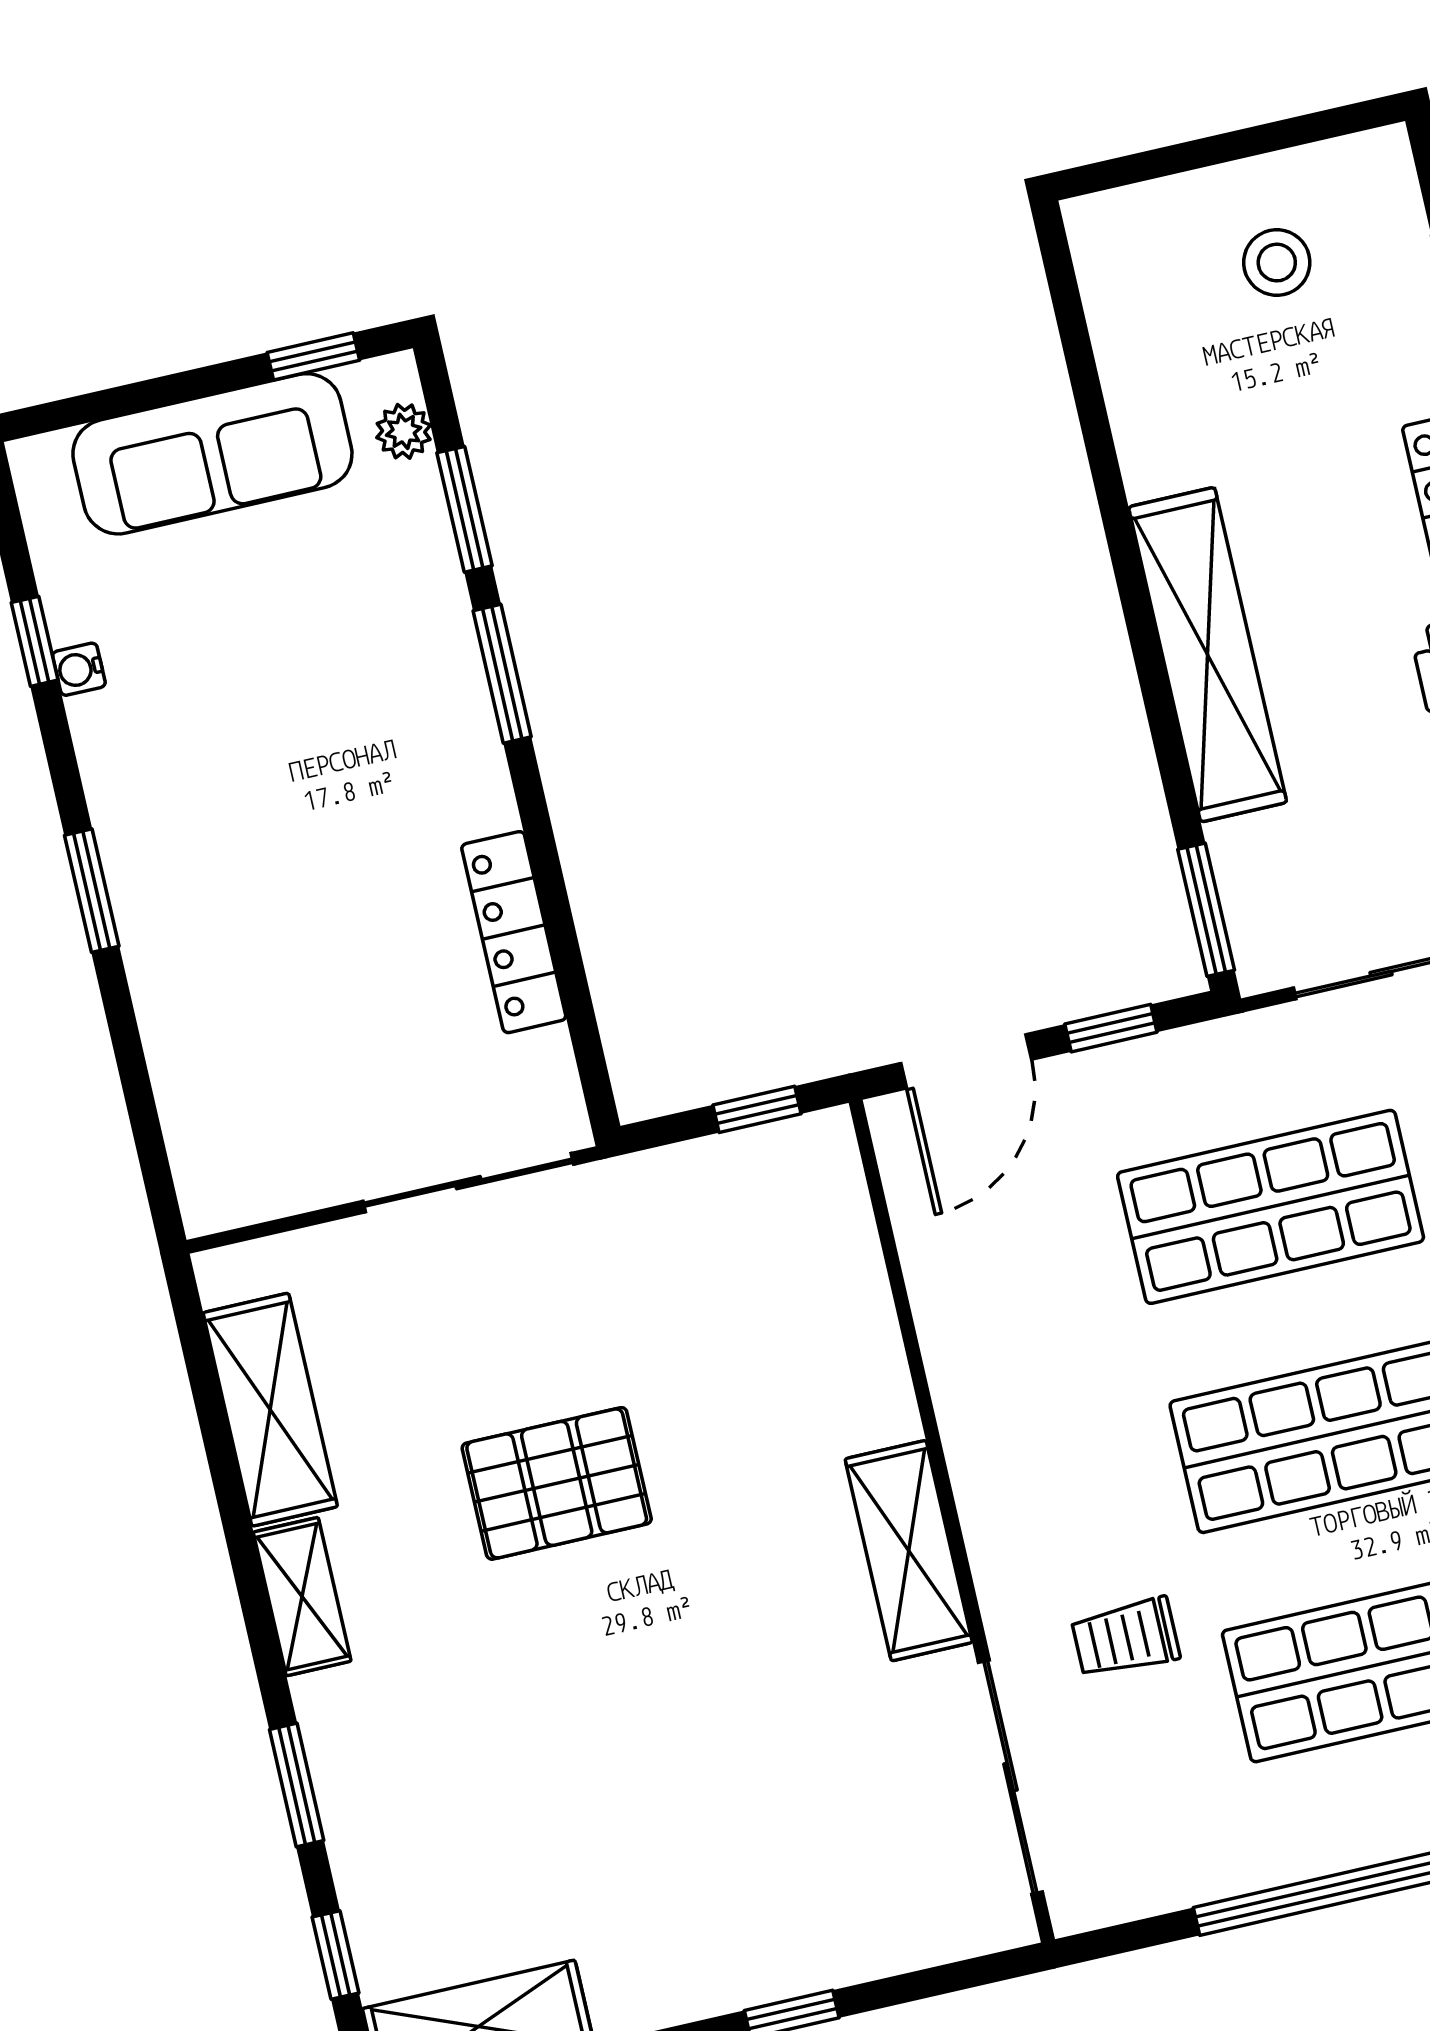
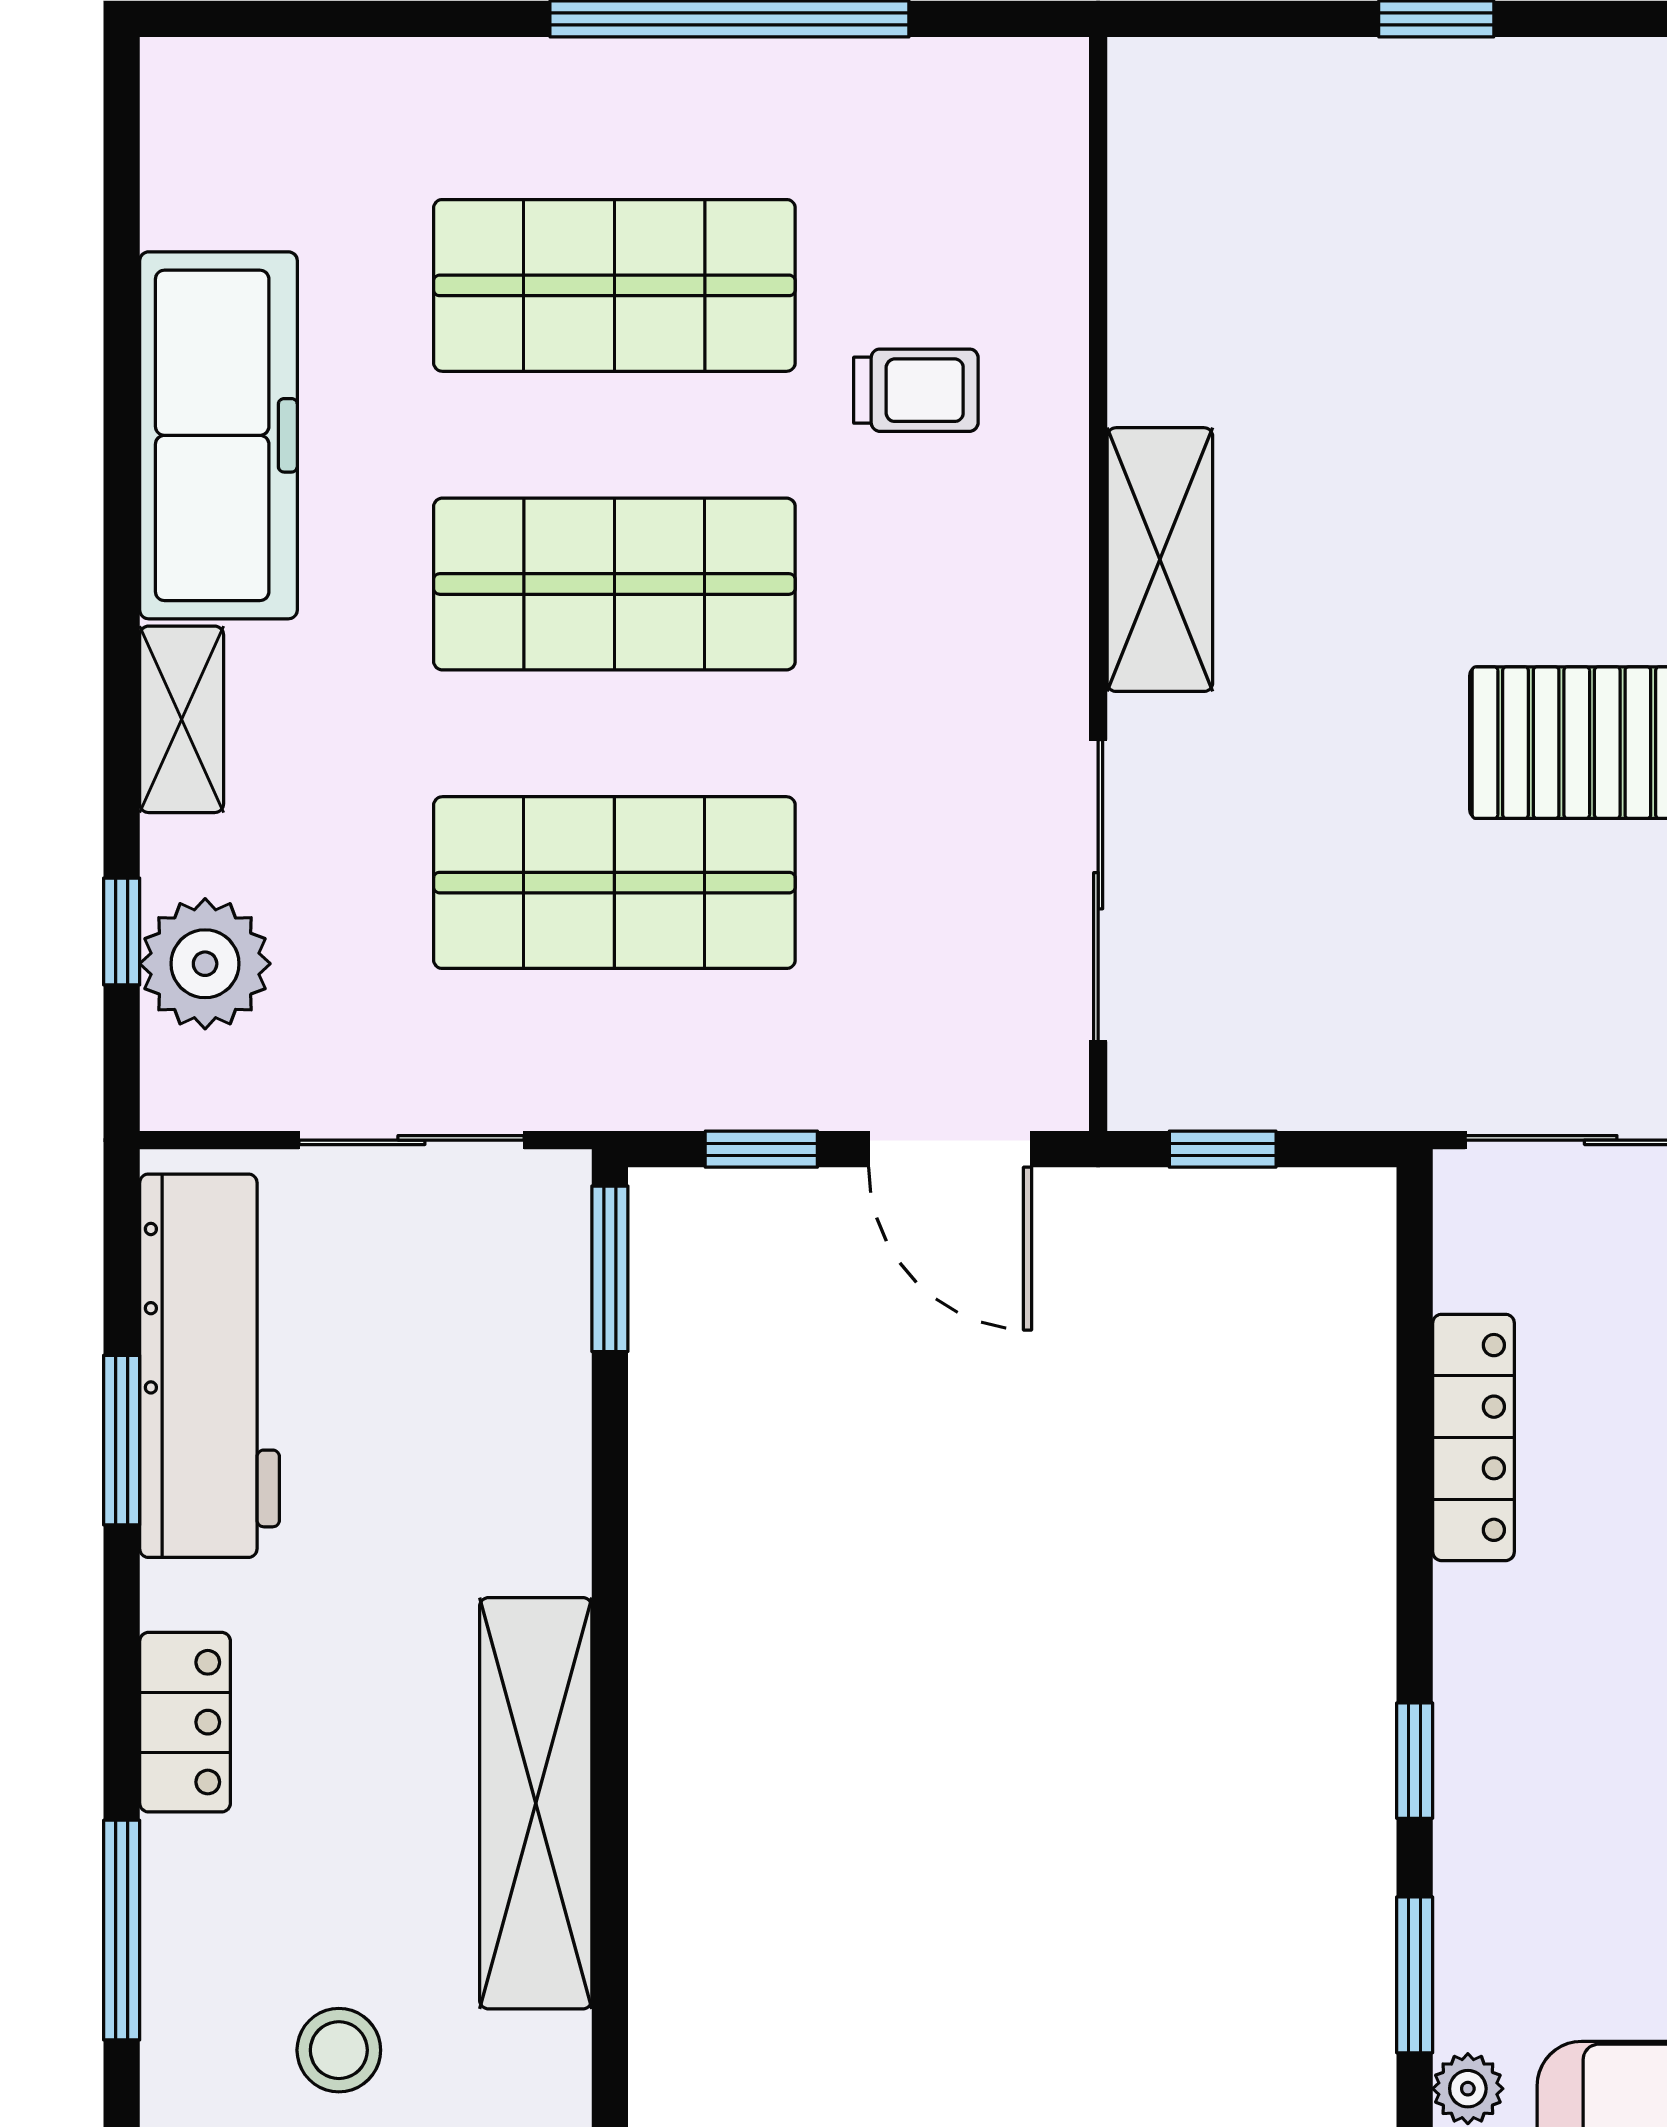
shelving: (1208, 655) -> (536, 1803), moved
window: (502, 674) -> (1415, 1761), width x0.67
door: (966, 1061) -> (950, 1149), swing flipped
sliding door: (1010, 1777) -> (1098, 891), moved

